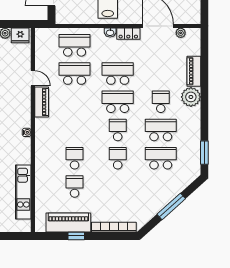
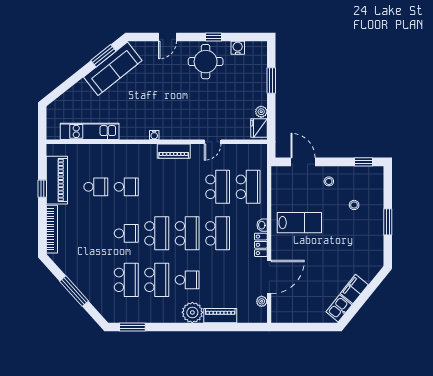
piano: (42, 102) -> (174, 151), moved
school desk: (118, 130) -> (157, 233), width x1.85

